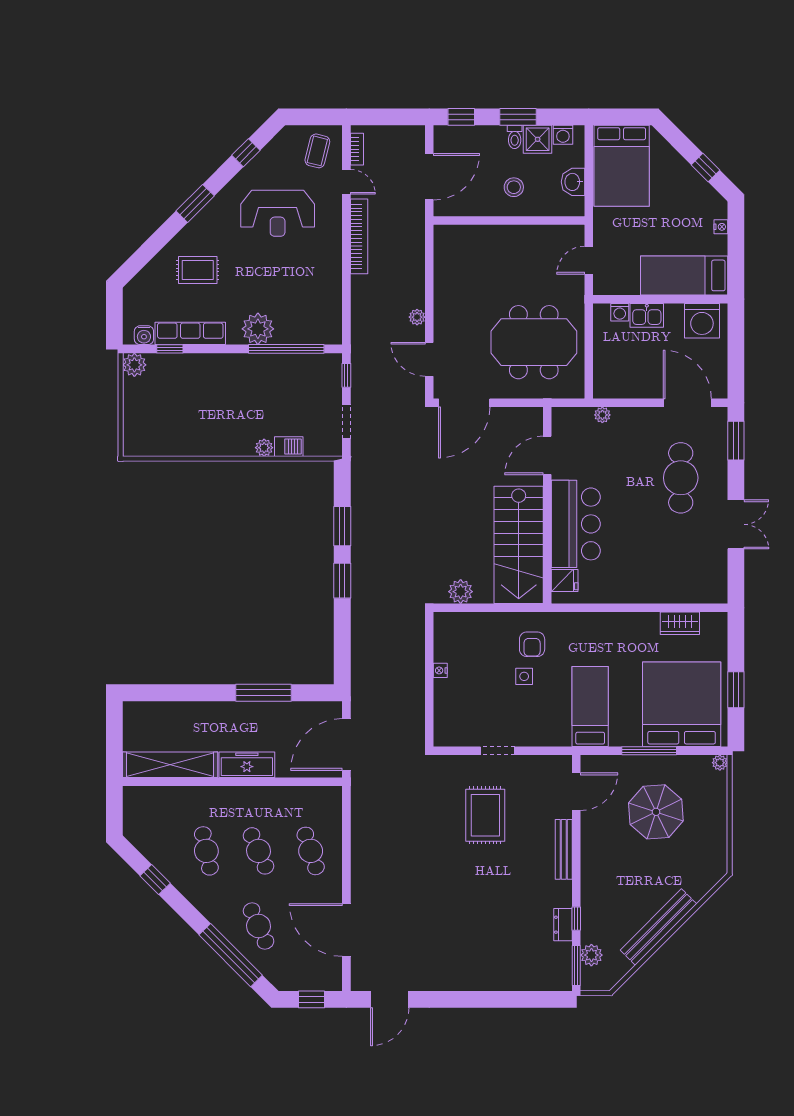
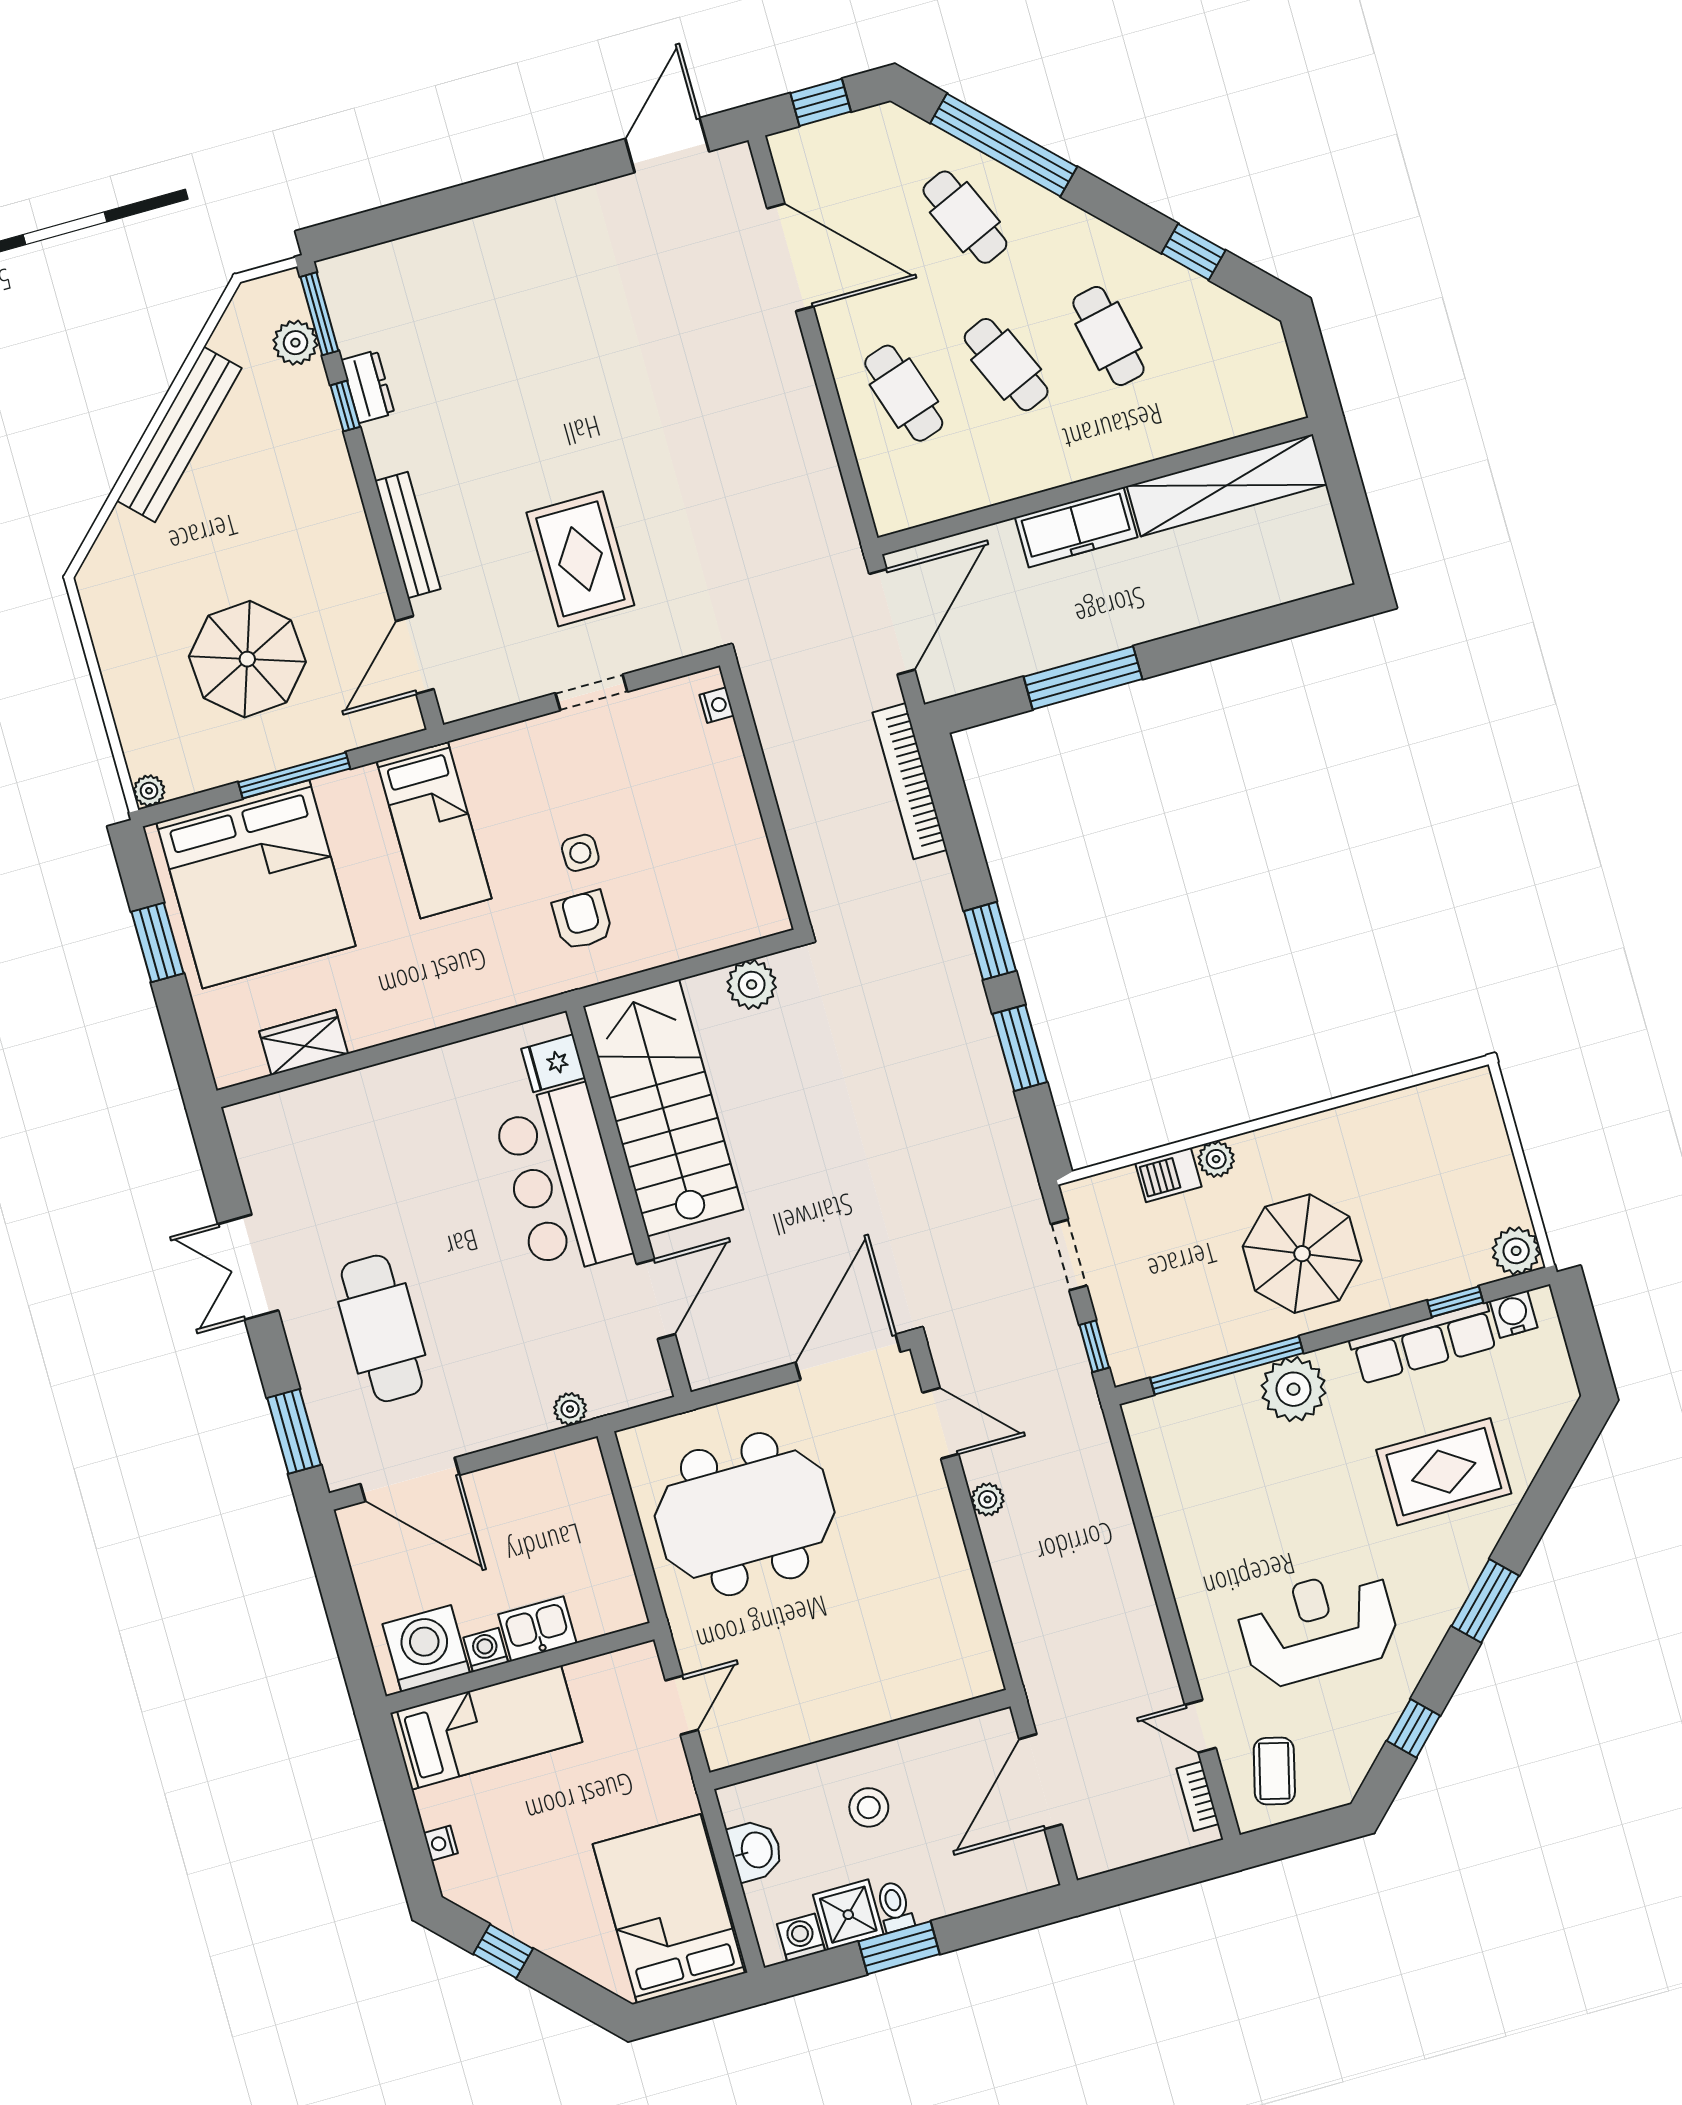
window: (461, 117) -> (1010, 1917), removed
bookcase: (359, 236) -> (910, 781), moved
rug: (198, 270) -> (1444, 1472), width x1.36, depth x1.43
washing machine: (620, 312) -> (486, 1650), moved
parasol: (236, 392) -> (1302, 1254), added
nightstand: (440, 670) -> (717, 705), moved

